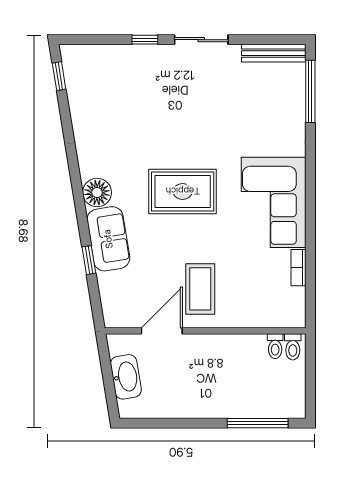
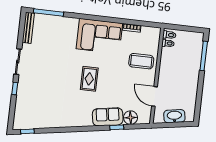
rug: (183, 191) -> (89, 79), width x0.73, depth x0.70
floor lamp: (97, 193) -> (130, 118), moved
coffee table: (200, 289) -> (141, 61), moved

